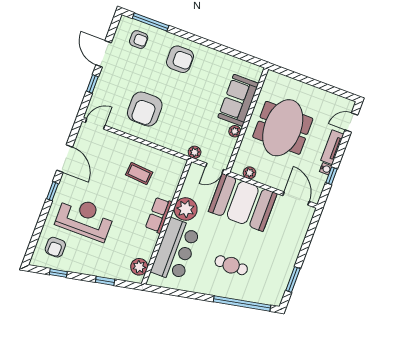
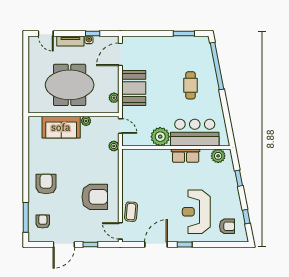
coffee table: (139, 174) -> (131, 212), moved
booth: (243, 202) -> (134, 88), width x0.73, depth x0.70
row of seats: (159, 215) -> (186, 156), moved

